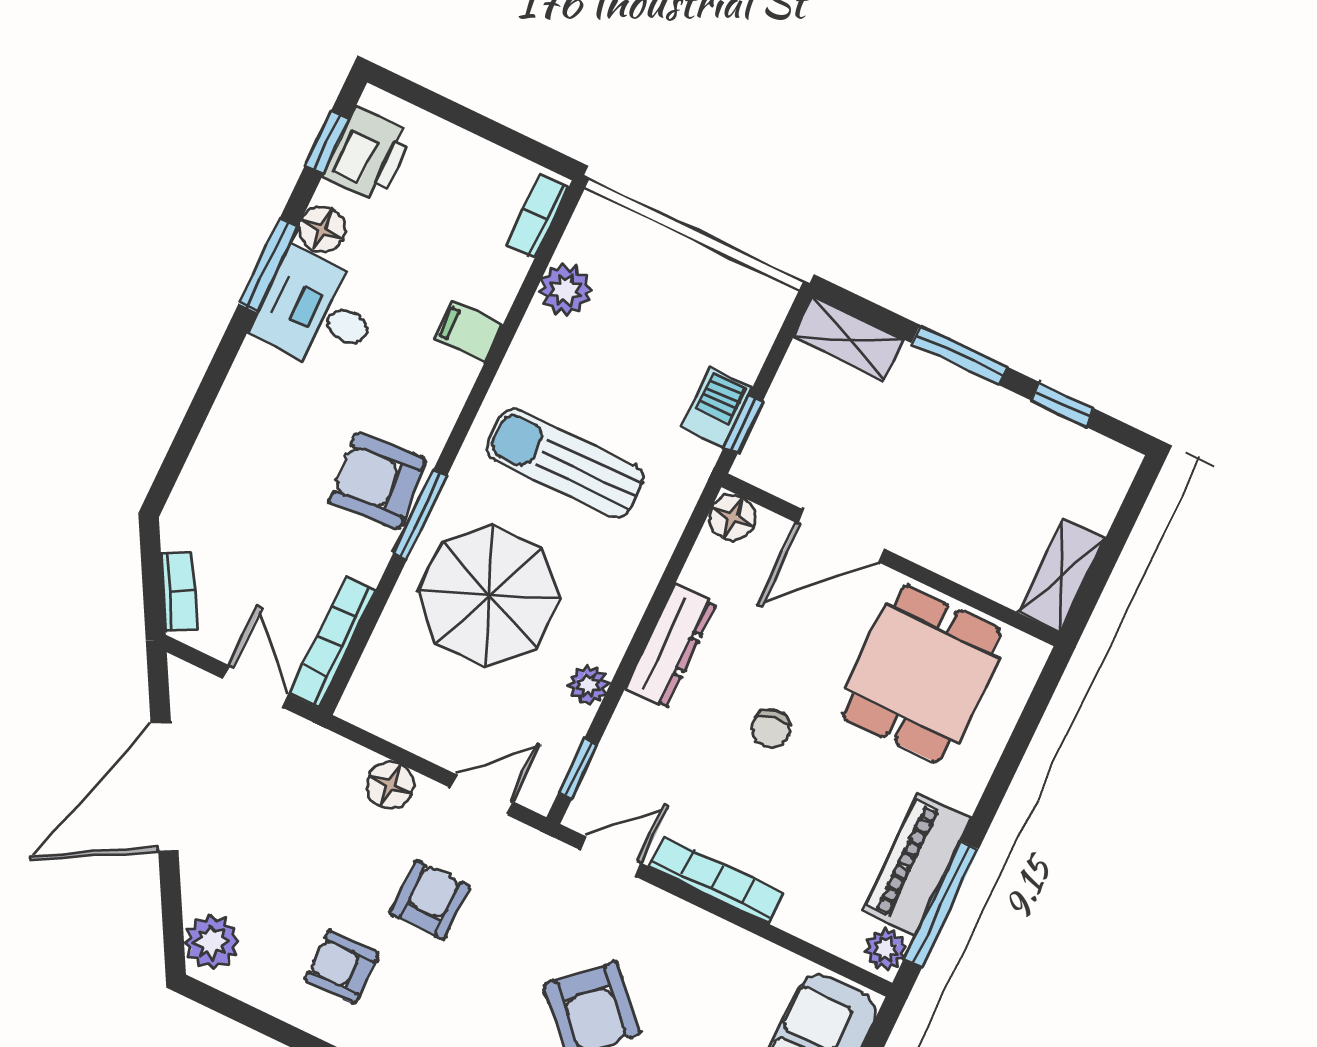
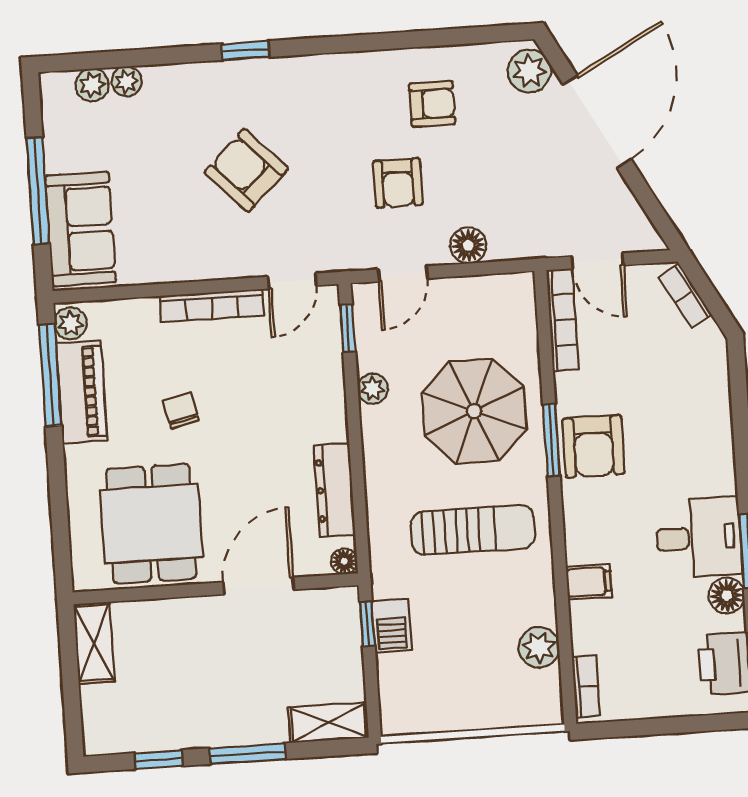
armchair: (377, 481) -> (593, 446), turned 95
floor lamp: (732, 518) -> (344, 561), width x0.73, depth x0.73
dresser: (671, 647) -> (334, 490), moved
chair: (771, 728) -> (181, 411), moved
door: (165, 787) -> (597, 121), moved

